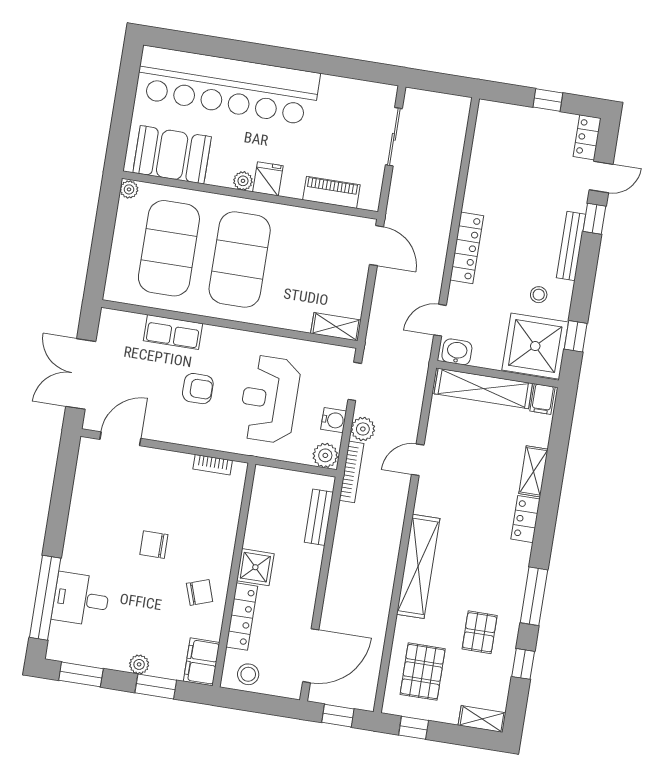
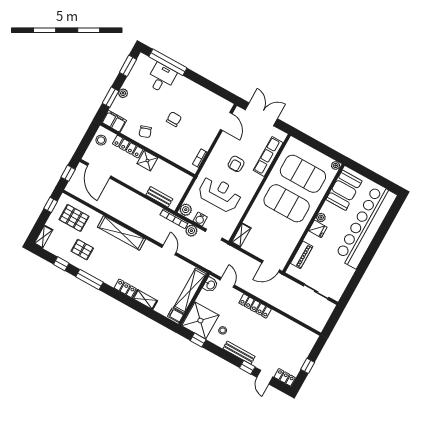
row of seats: (173, 332) -> (268, 157), width x1.48

